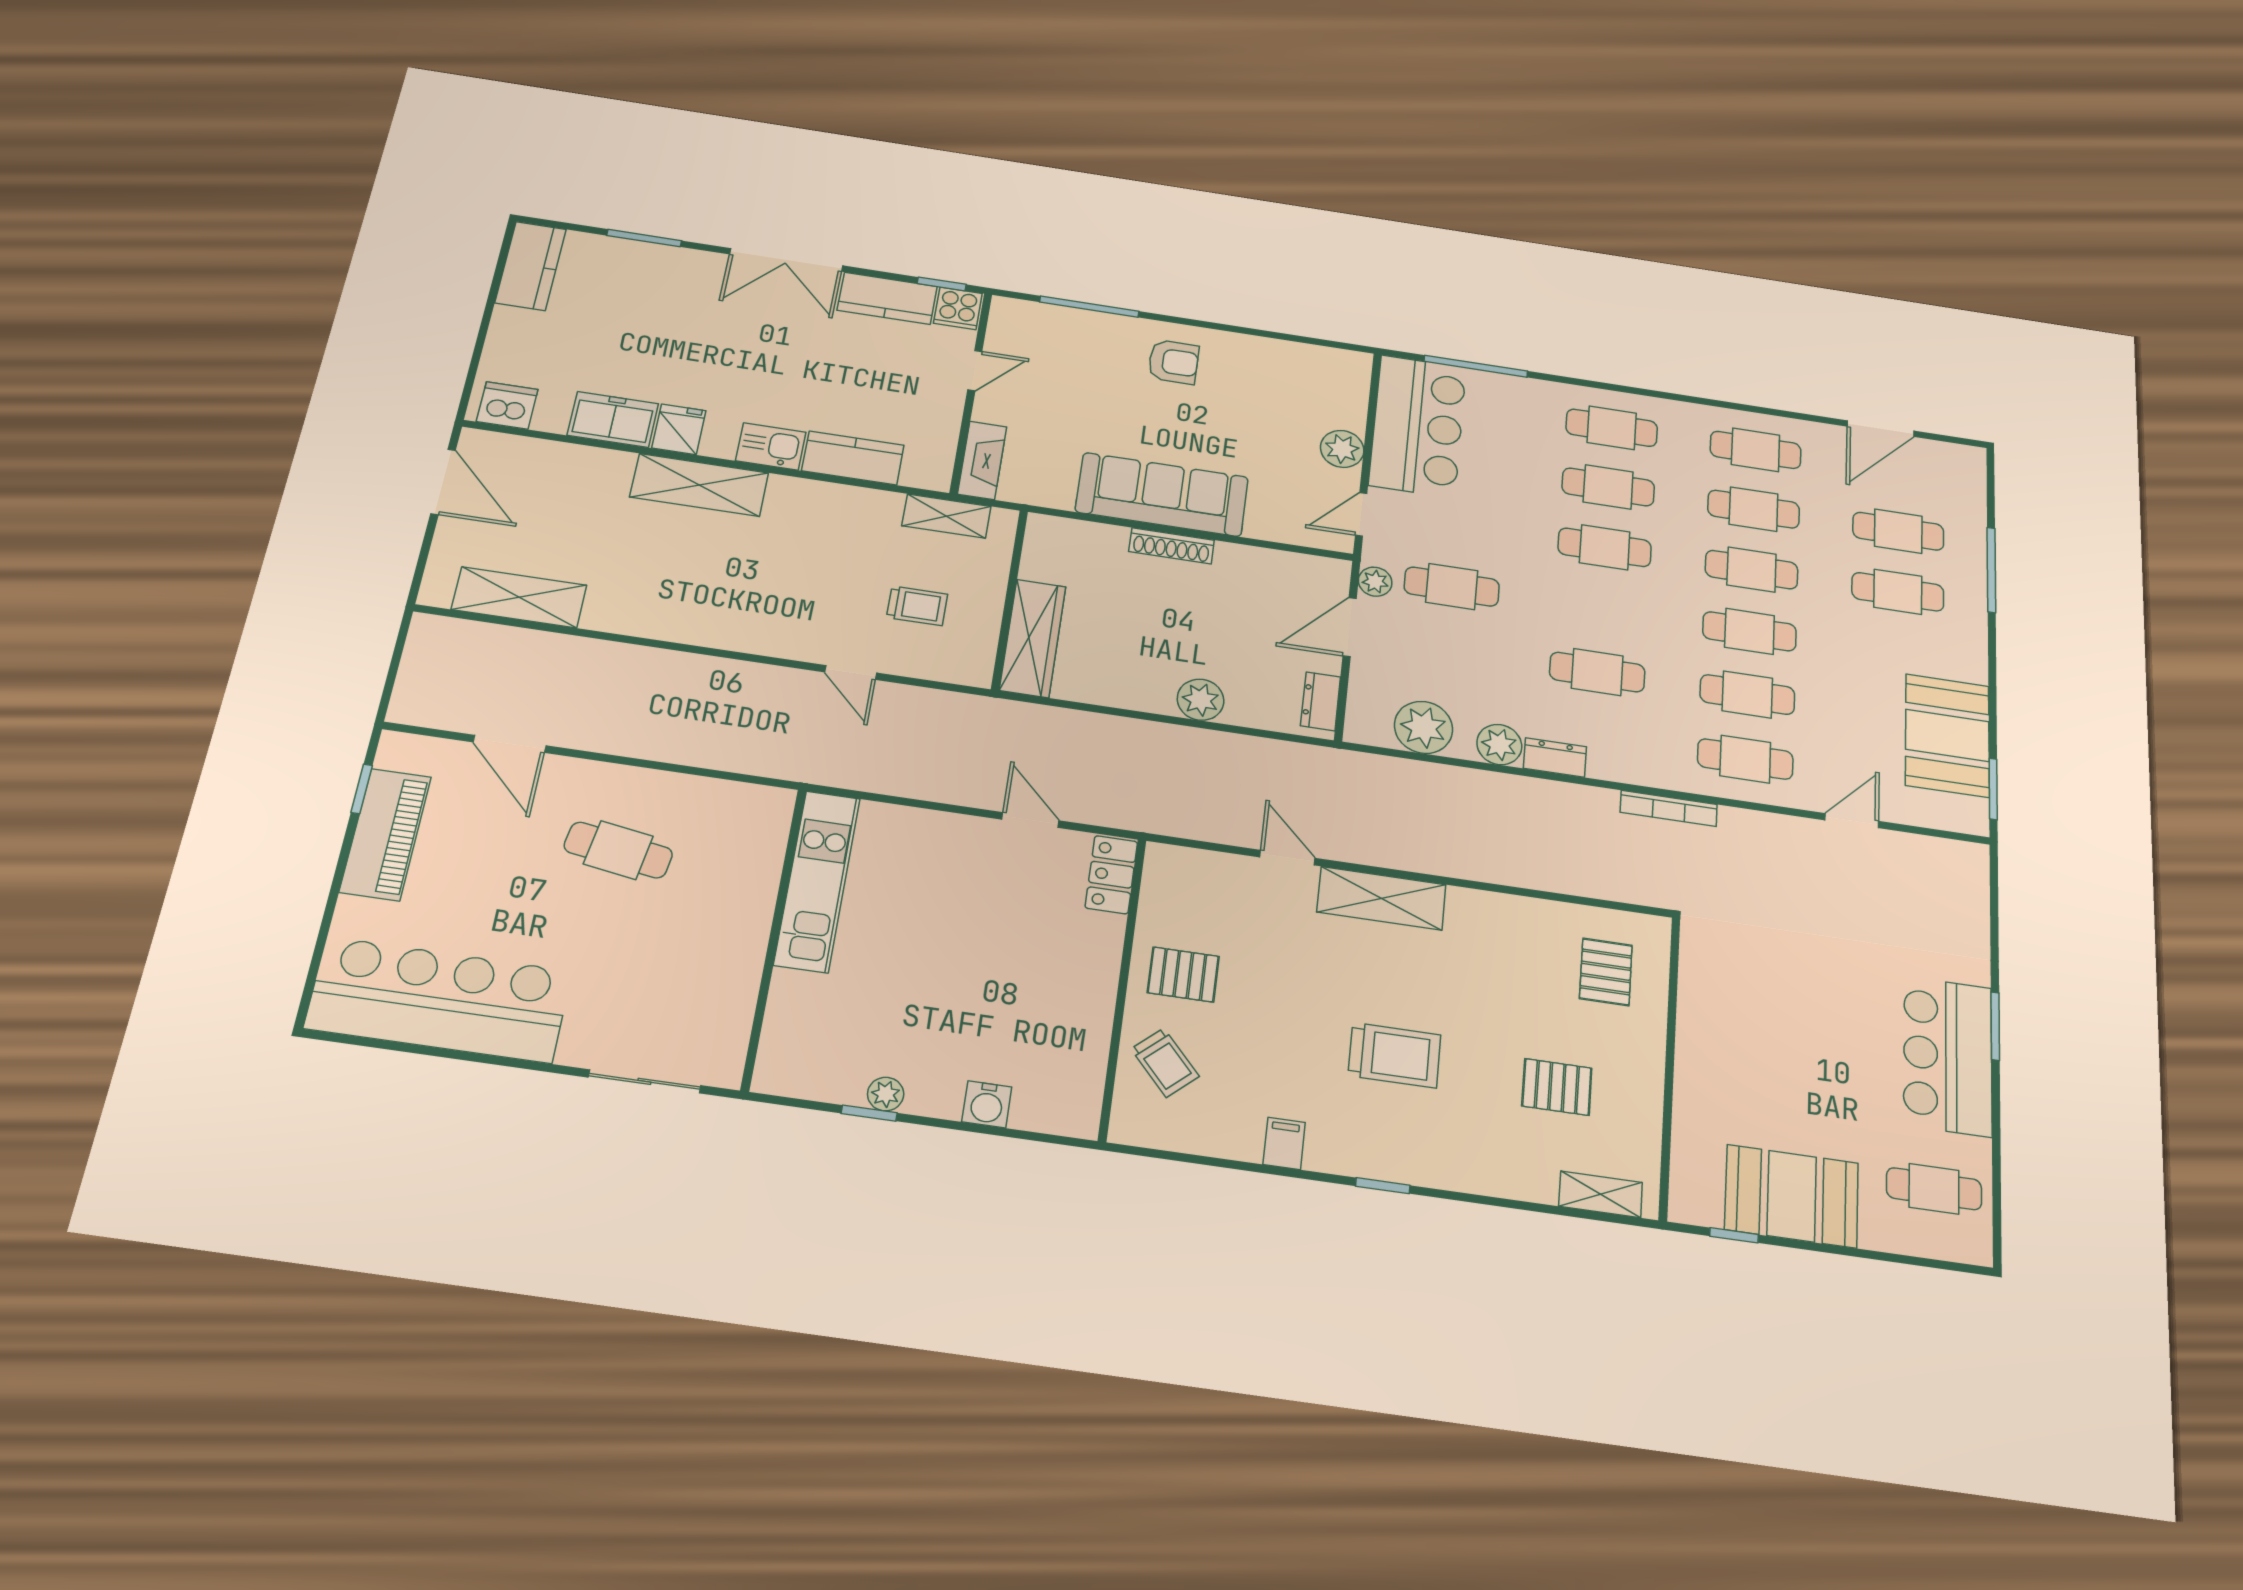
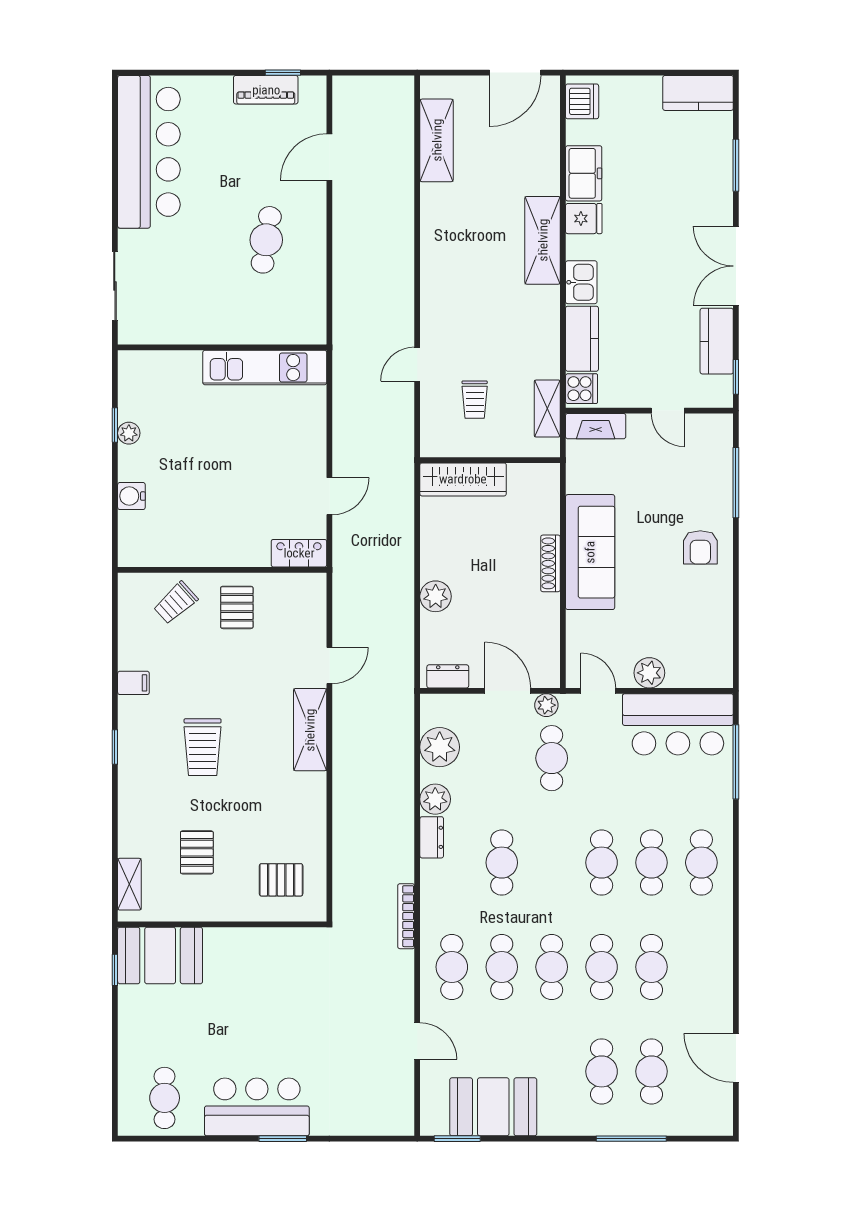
cooker: (958, 308) -> (581, 389), moved, turned 180
cafe table: (1756, 450) -> (701, 967), removed
piano: (385, 834) -> (266, 90), width x0.73, depth x0.75
booth: (1792, 1196) -> (160, 956), moved, turned 90

